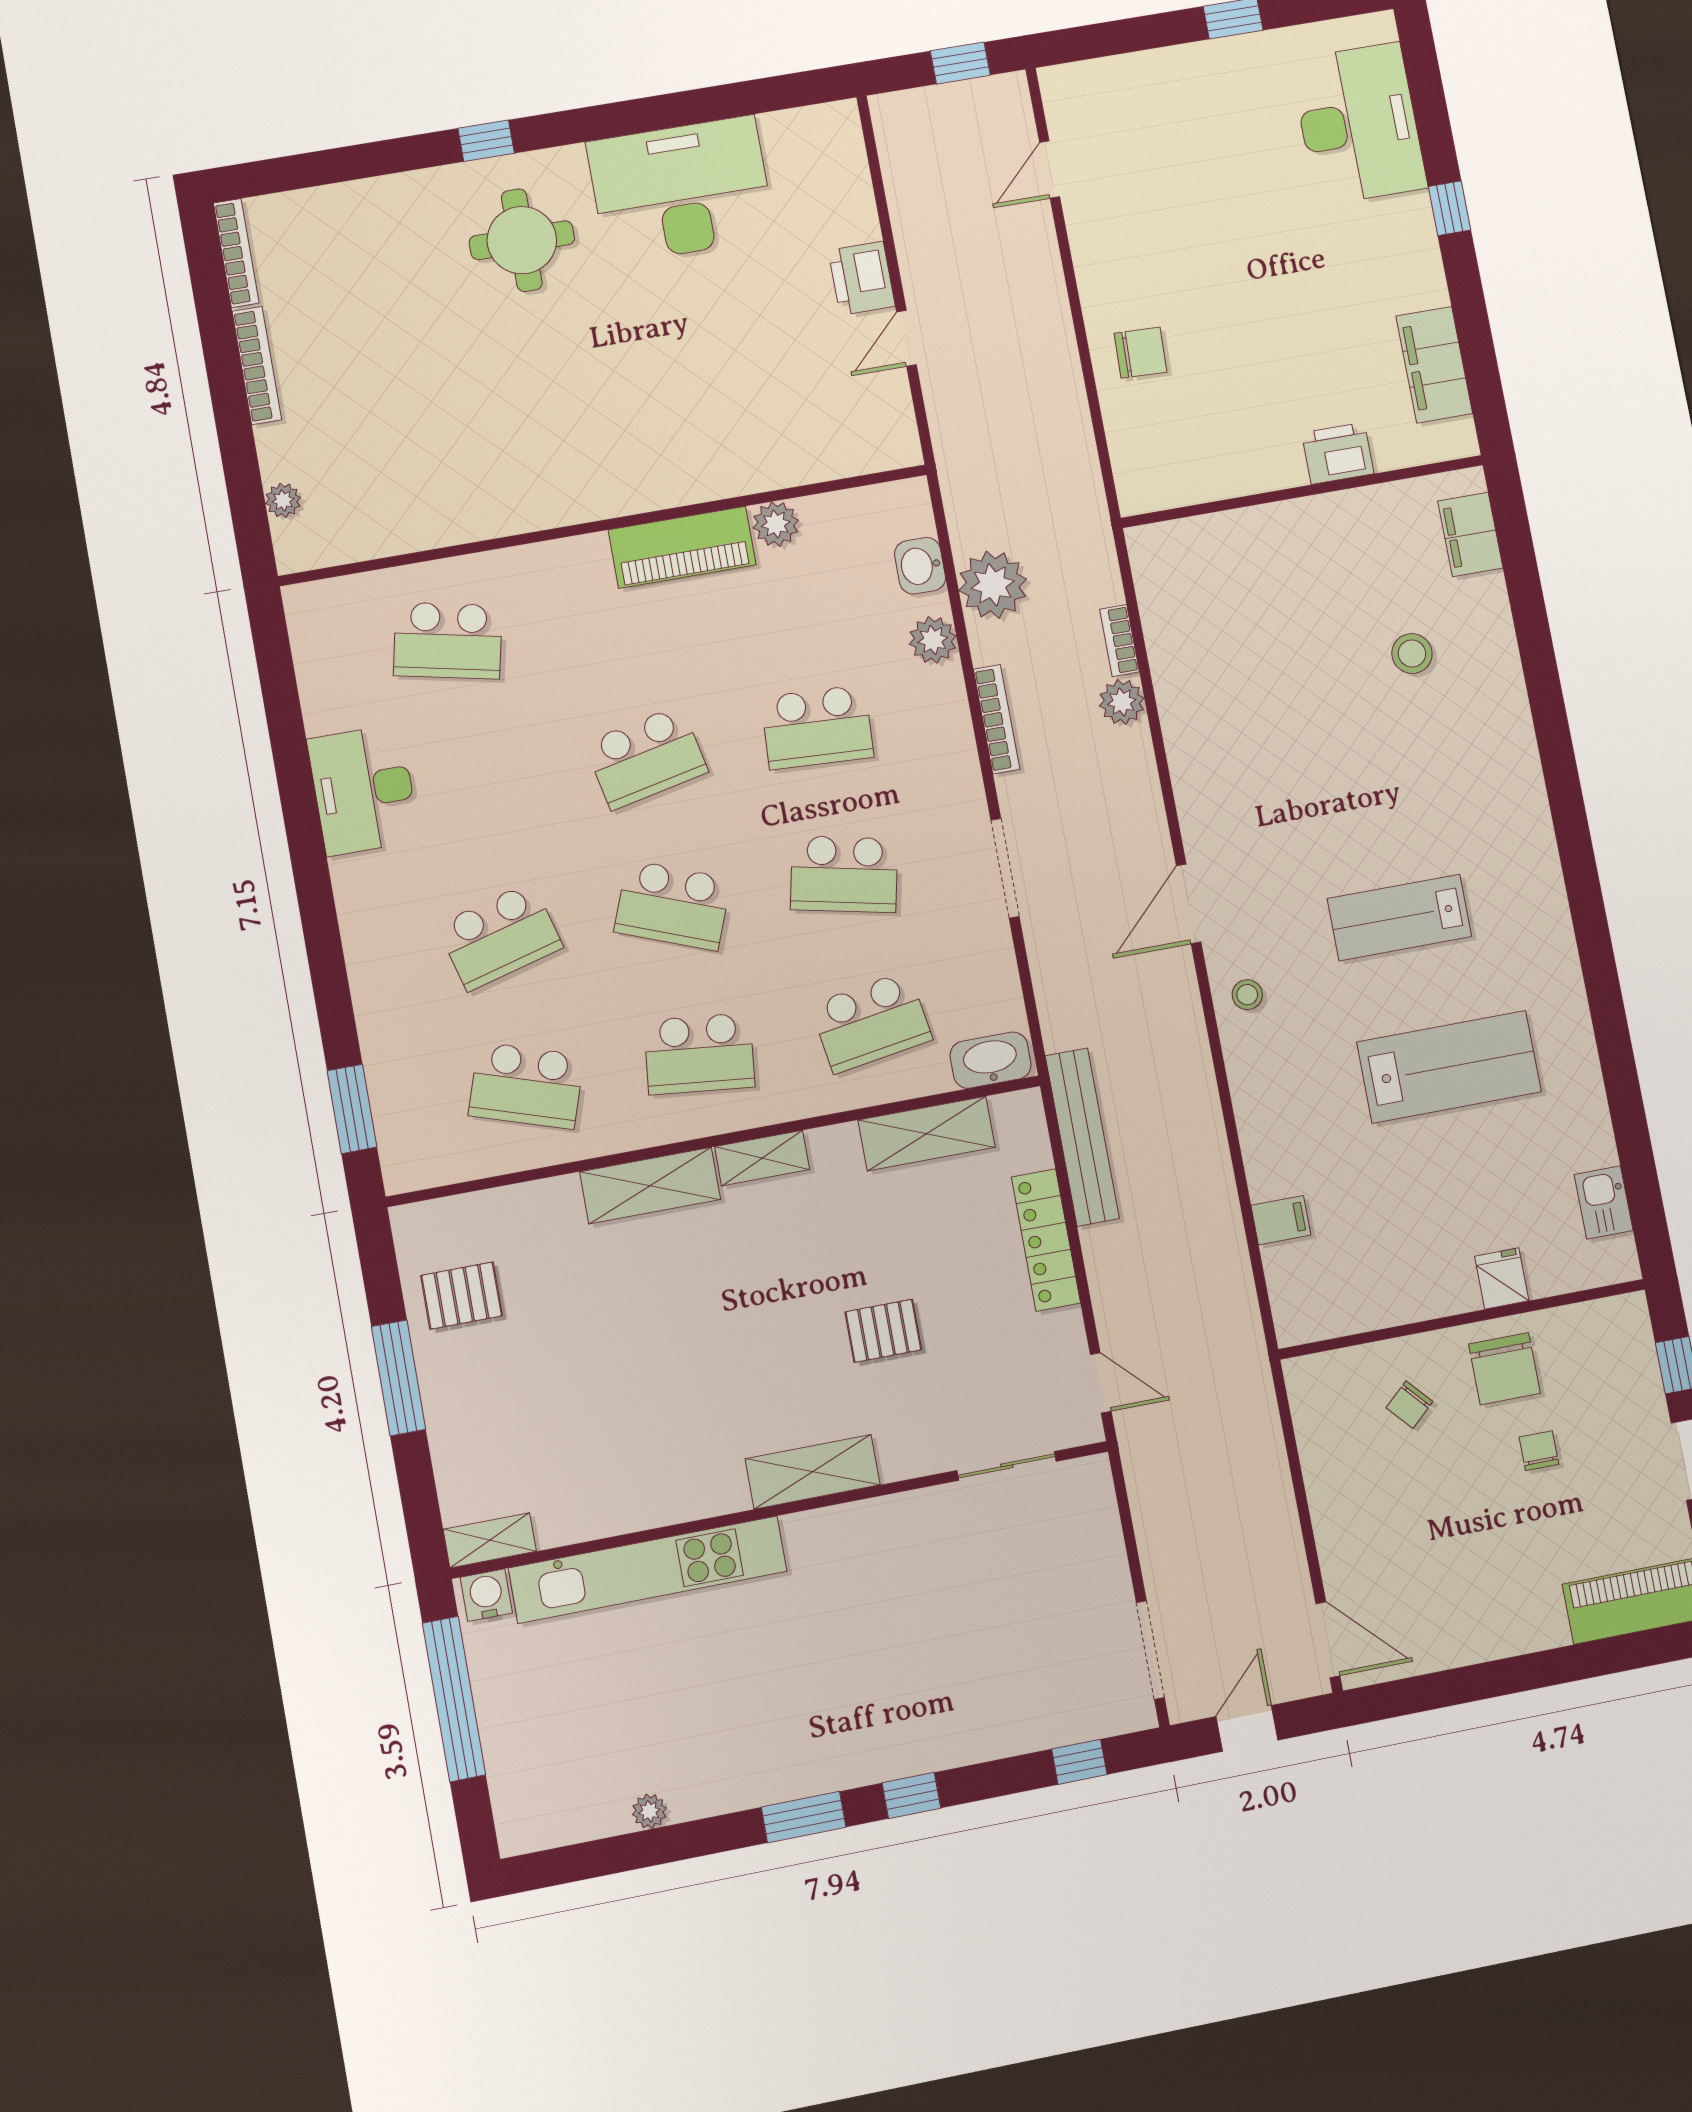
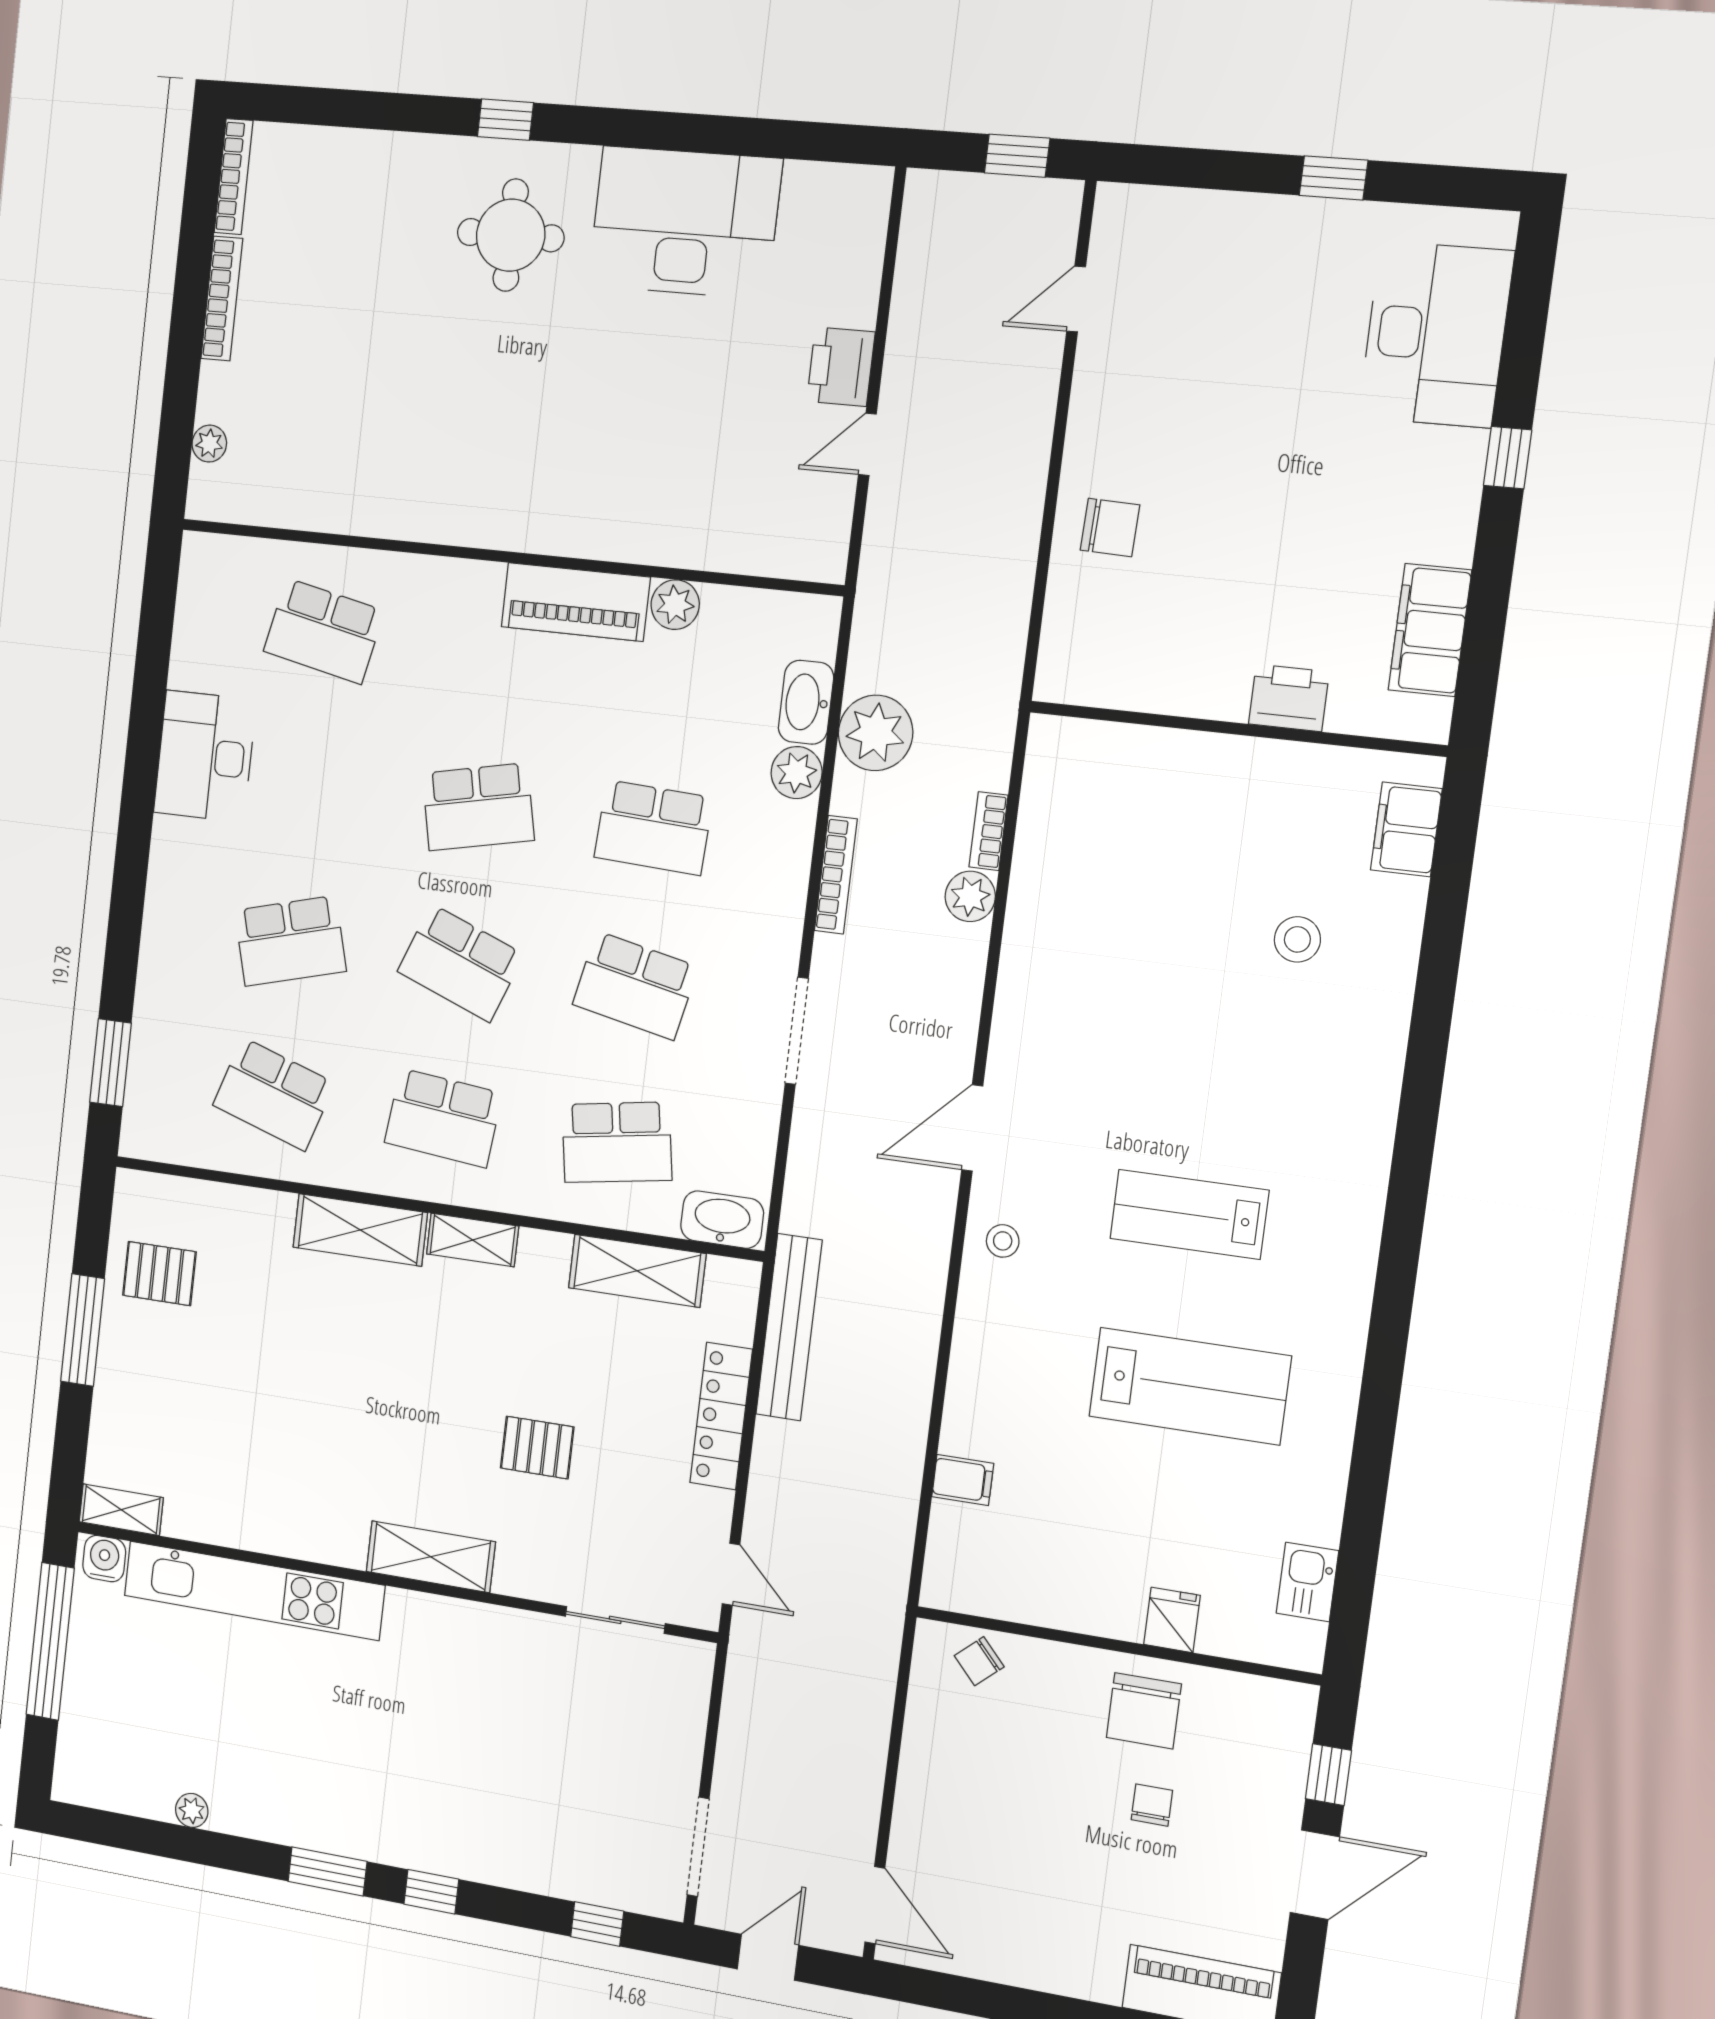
washbasin: (920, 566) -> (806, 702), width x1.38
chair: (1409, 1405) -> (979, 1661), moved

